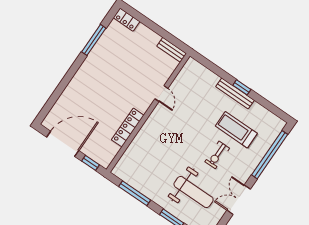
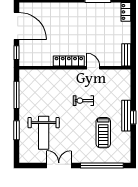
door: (161, 94) -> (93, 68), swing flipped
locker: (128, 128) -> (69, 61), moved
treadmill: (236, 130) -> (103, 133), turned 180
exercise bike: (217, 155) -> (83, 101), moved

